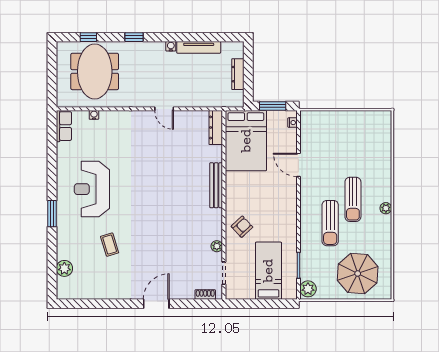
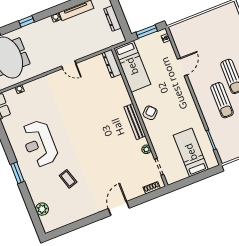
bed: (246, 141) -> (132, 66), width x0.67
door: (298, 165) -> (182, 67), swing flipped
bench: (216, 185) -> (135, 122), moved
armchair: (242, 227) -> (150, 113), moved
plant: (308, 289) -> (225, 154), removed

